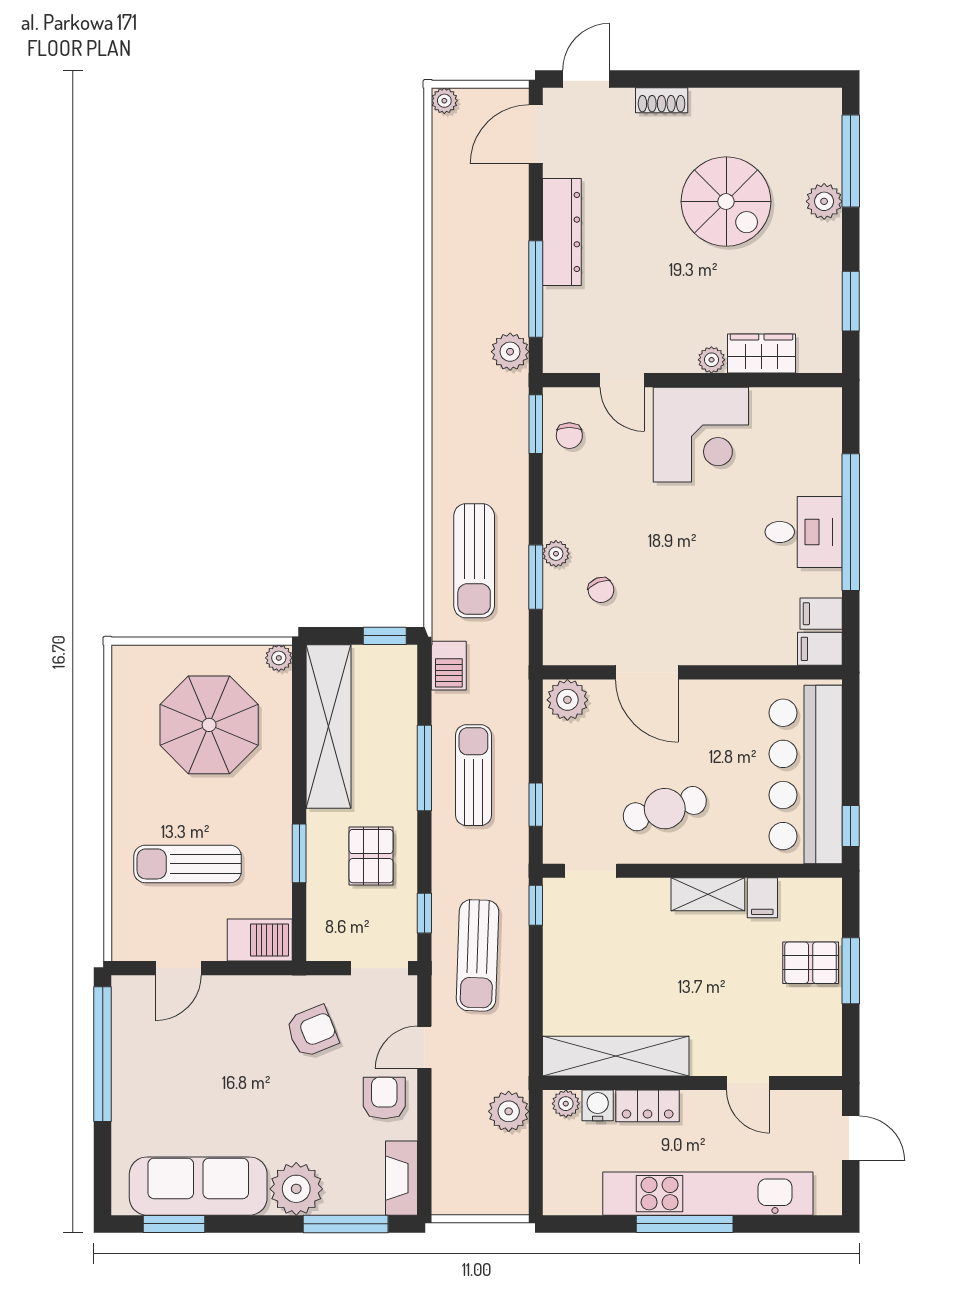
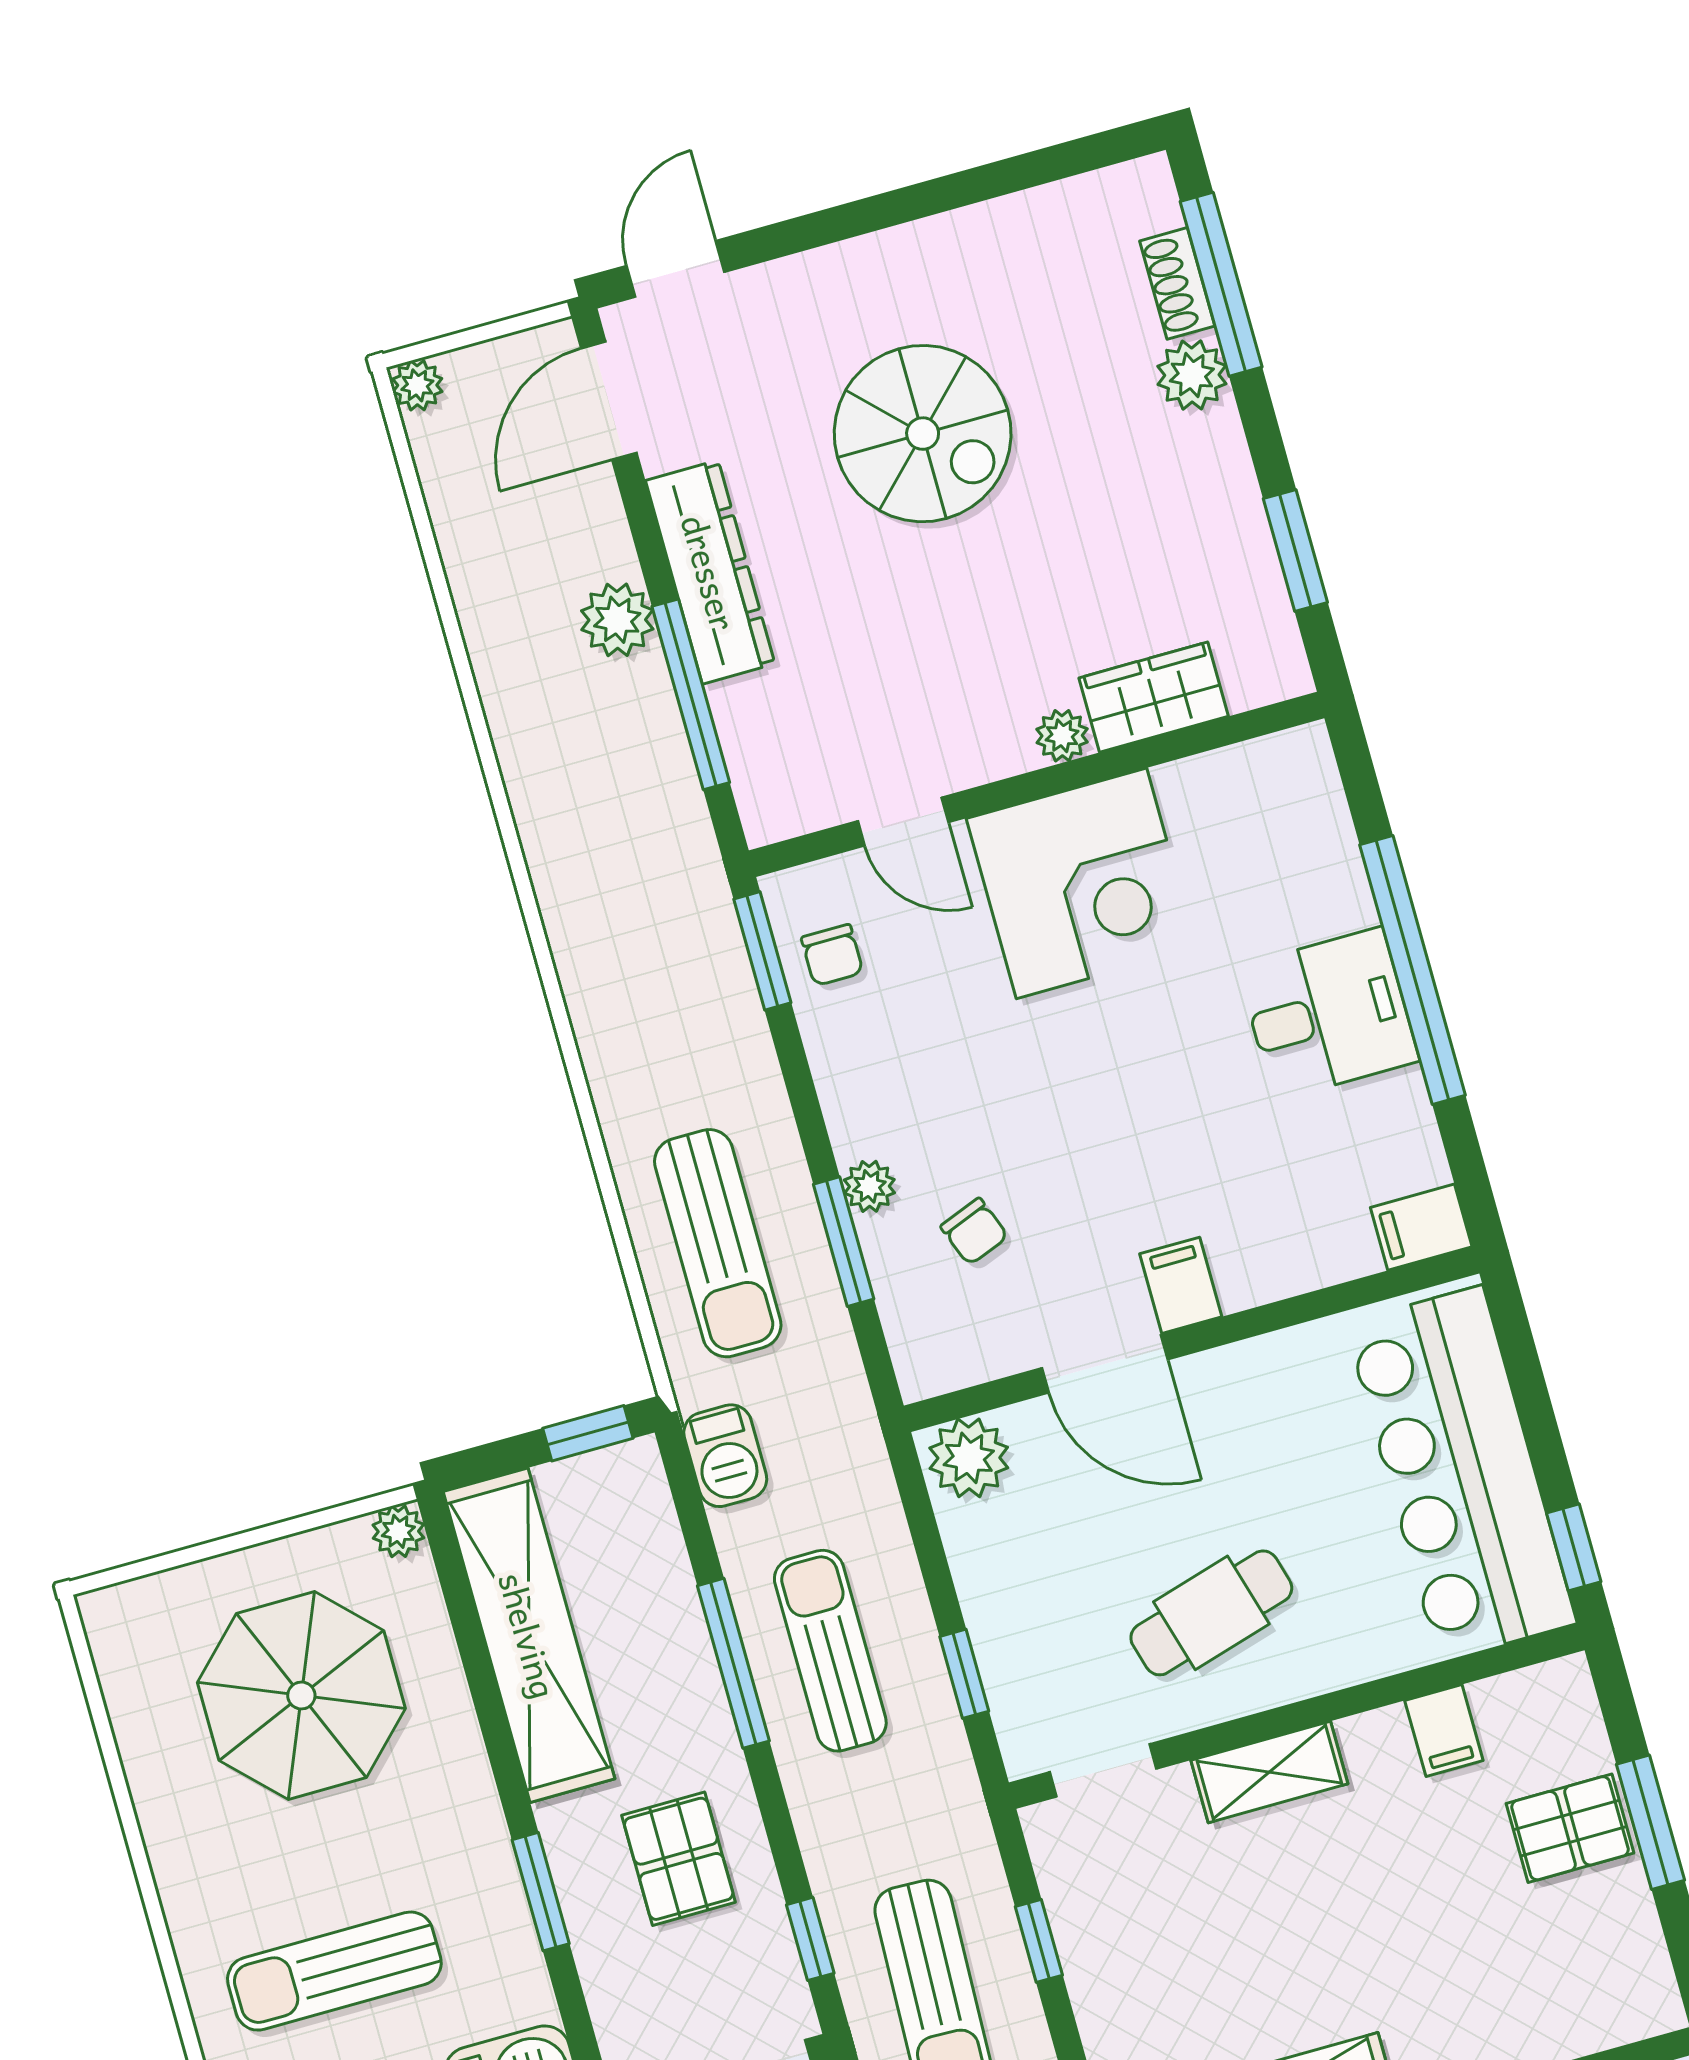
shoe rack: (662, 100) -> (1177, 283), moved, turned 90
spiral stairs: (726, 202) -> (923, 434), moved
plant: (510, 352) -> (617, 620), moved
filing cabinet: (821, 614) -> (1181, 1285), moved, turned 90
shelving: (708, 894) -> (1269, 1772), moved
window: (536, 905) -> (1039, 1941), moved

